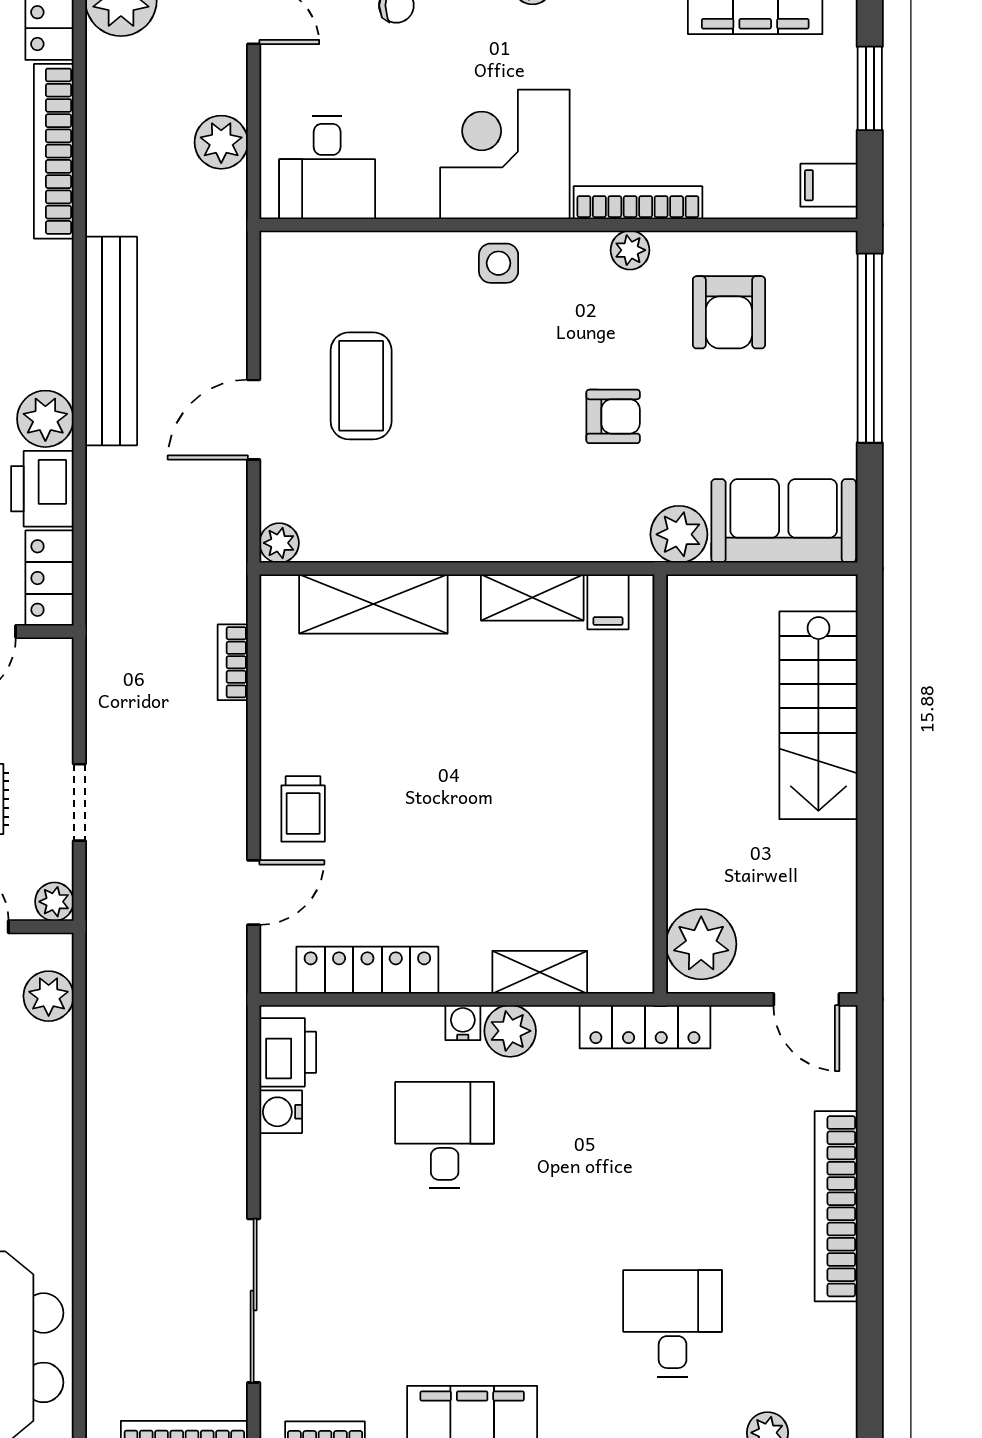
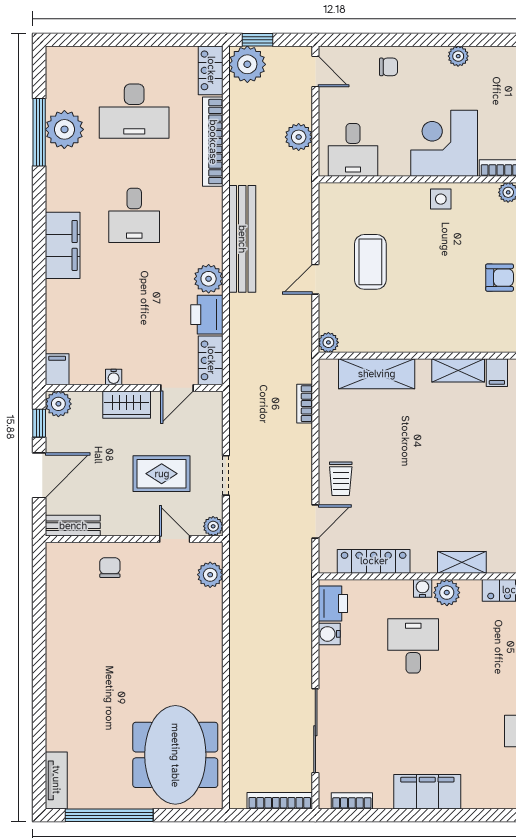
door: (254, 420) -> (315, 279), width x0.73

